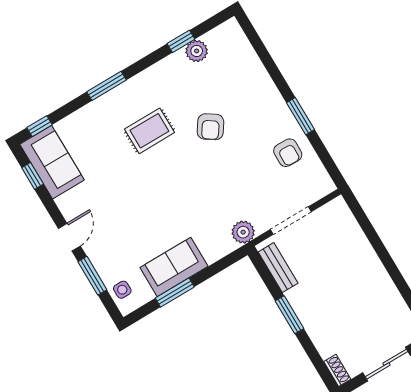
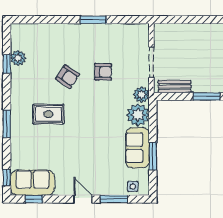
rug: (149, 131) -> (48, 114), turned 90
armchair: (288, 153) -> (103, 72), moved
plant: (215, 243) -> (138, 115), added

